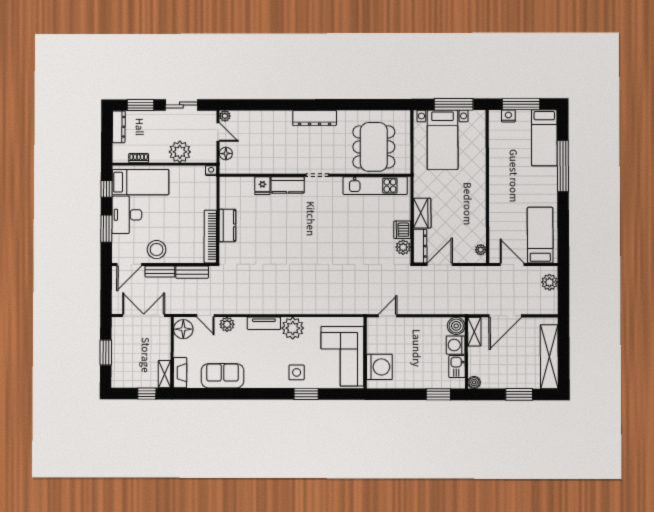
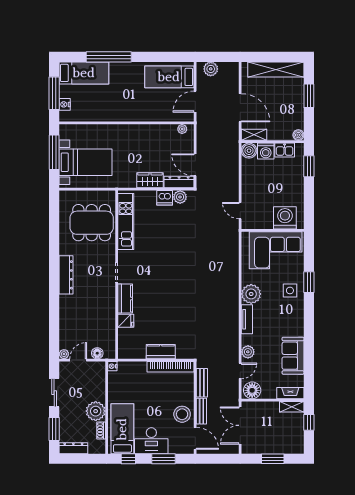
plant: (180, 152) -> (96, 411), moved

